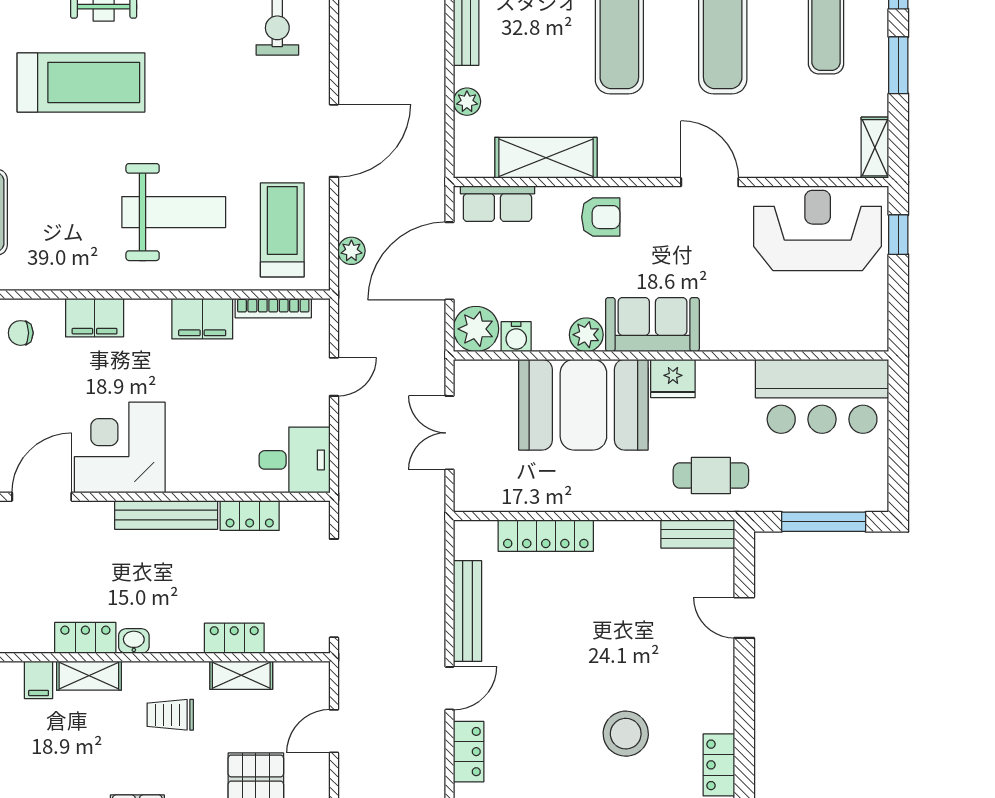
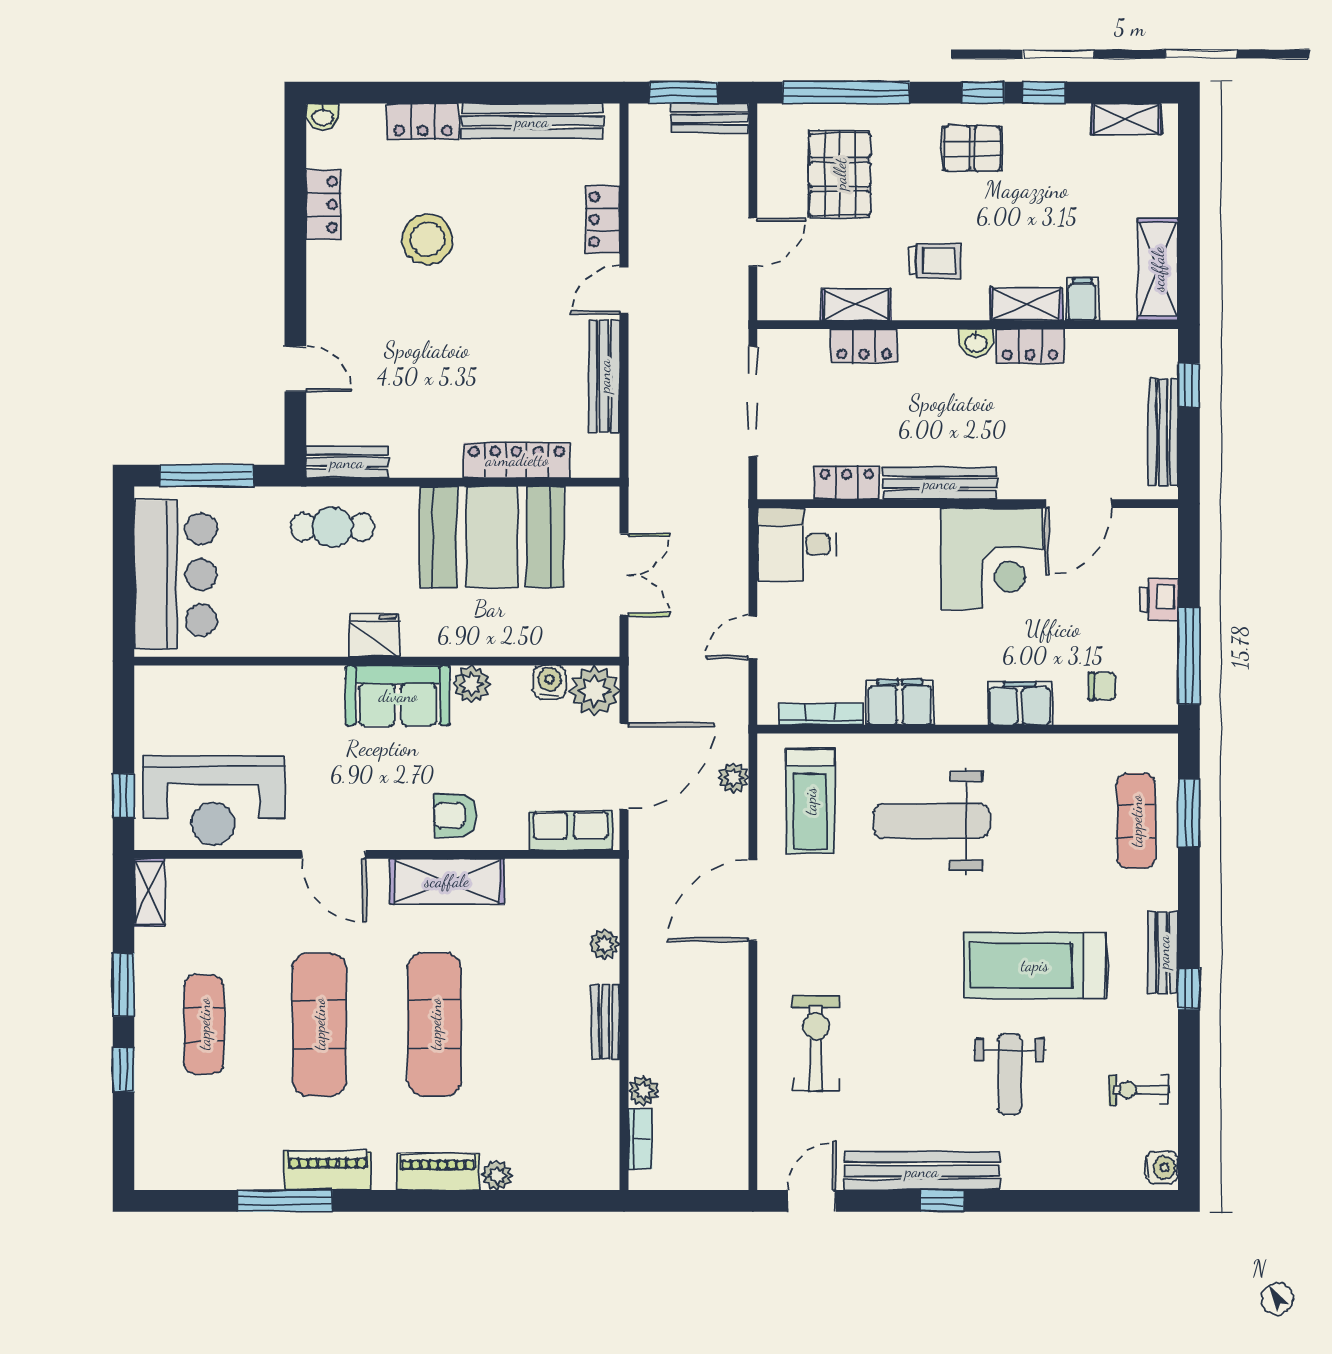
shelving: (546, 158) -> (447, 881), moved
bar counter: (822, 396) -> (176, 575), moved, turned 90
booth: (583, 405) -> (492, 537), moved

